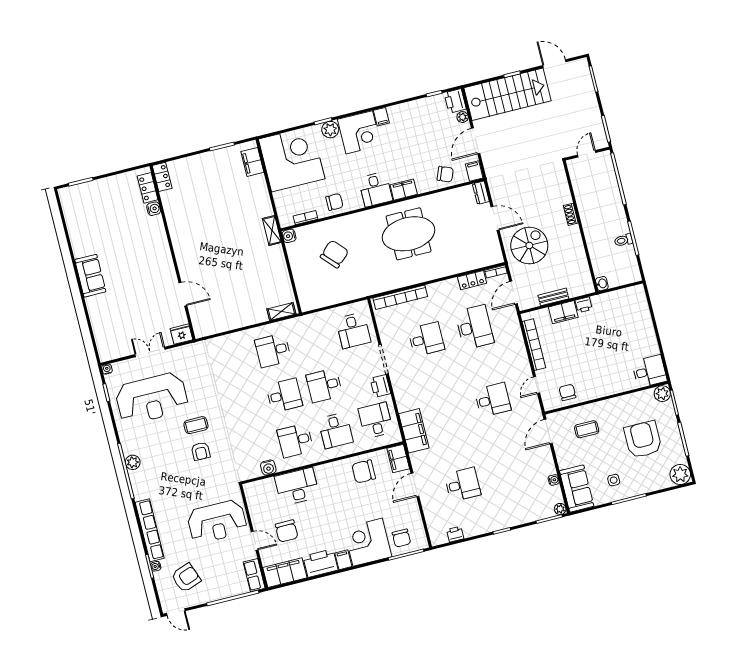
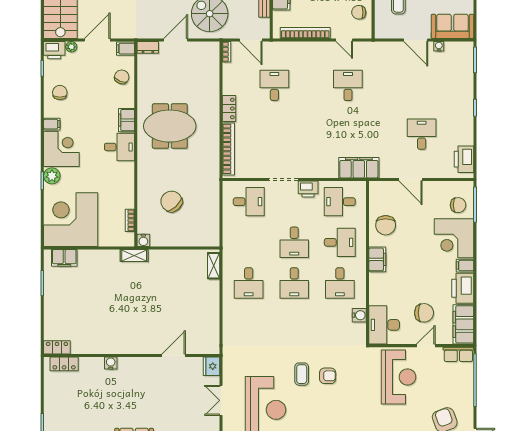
door: (476, 141) -> (97, 40), swing flipped
chair: (334, 202) -> (60, 93), moved
water cooler: (154, 209) -> (111, 363), moved
meeting table: (409, 234) -> (170, 126), turned 90
locker: (472, 280) -> (229, 108), moved
desk: (474, 327) -> (274, 85), width x0.73
desk: (426, 339) -> (274, 134), removed
desk: (284, 395) -> (294, 283), turned 180
door: (548, 431) -> (416, 40), moved
filing cabinet: (398, 458) -> (377, 259), moved, turned -90
desk: (297, 487) -> (384, 325), moved
plant: (560, 509) -> (468, 47), removed
printer: (455, 534) -> (464, 159), width x1.87, depth x1.48

